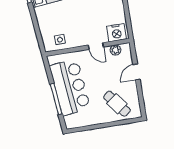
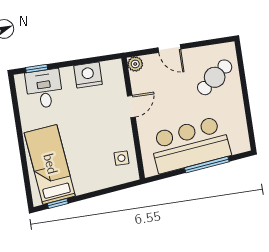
nightstand: (117, 33) -> (88, 75), moved, turned -90
plant: (115, 50) -> (135, 64), moved

